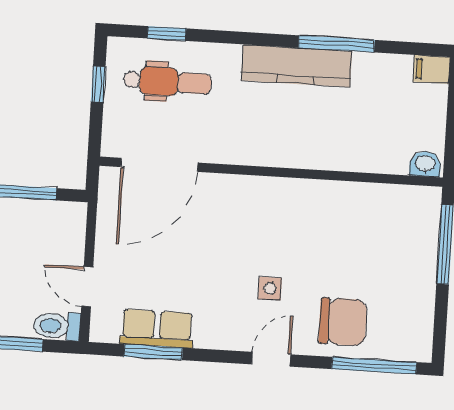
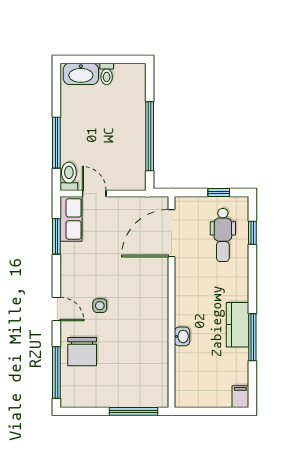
kitchen counter: (297, 66) -> (237, 325), width x0.67
washbasin: (425, 164) -> (182, 336), moved
door: (159, 165) -> (172, 233), hinge flipped
door: (87, 287) -> (94, 194), hinge flipped
row of seats: (157, 329) -> (71, 219), moved

